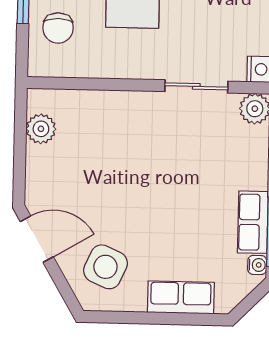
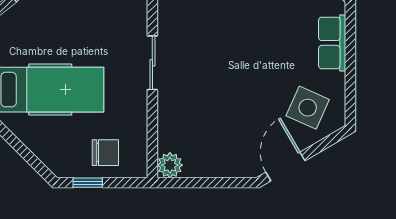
sliding door: (196, 86) -> (152, 63), moved
plant: (41, 129) -> (170, 165), moved

